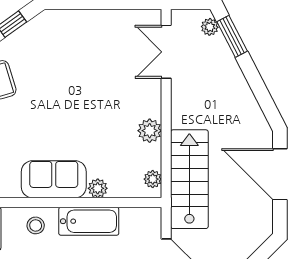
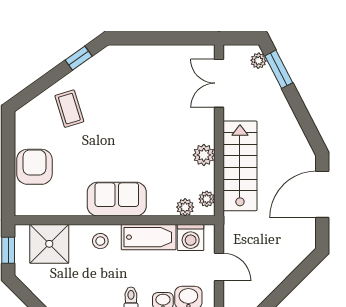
door: (280, 174) -> (322, 194), hinge flipped
stairs: (189, 179) -> (240, 166), moved
plant: (98, 188) -> (185, 207), moved
washing machine: (135, 222) -> (191, 237), added

